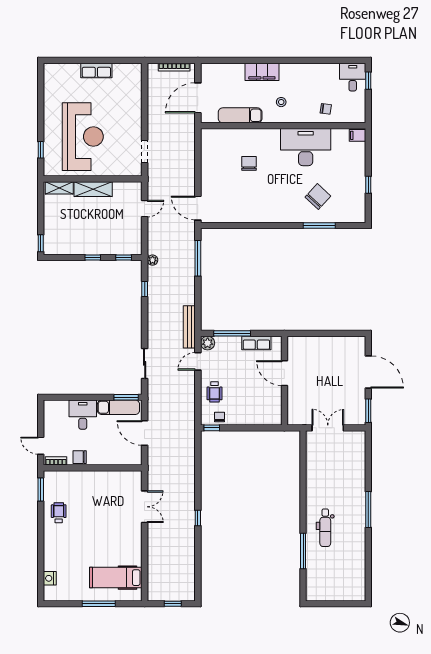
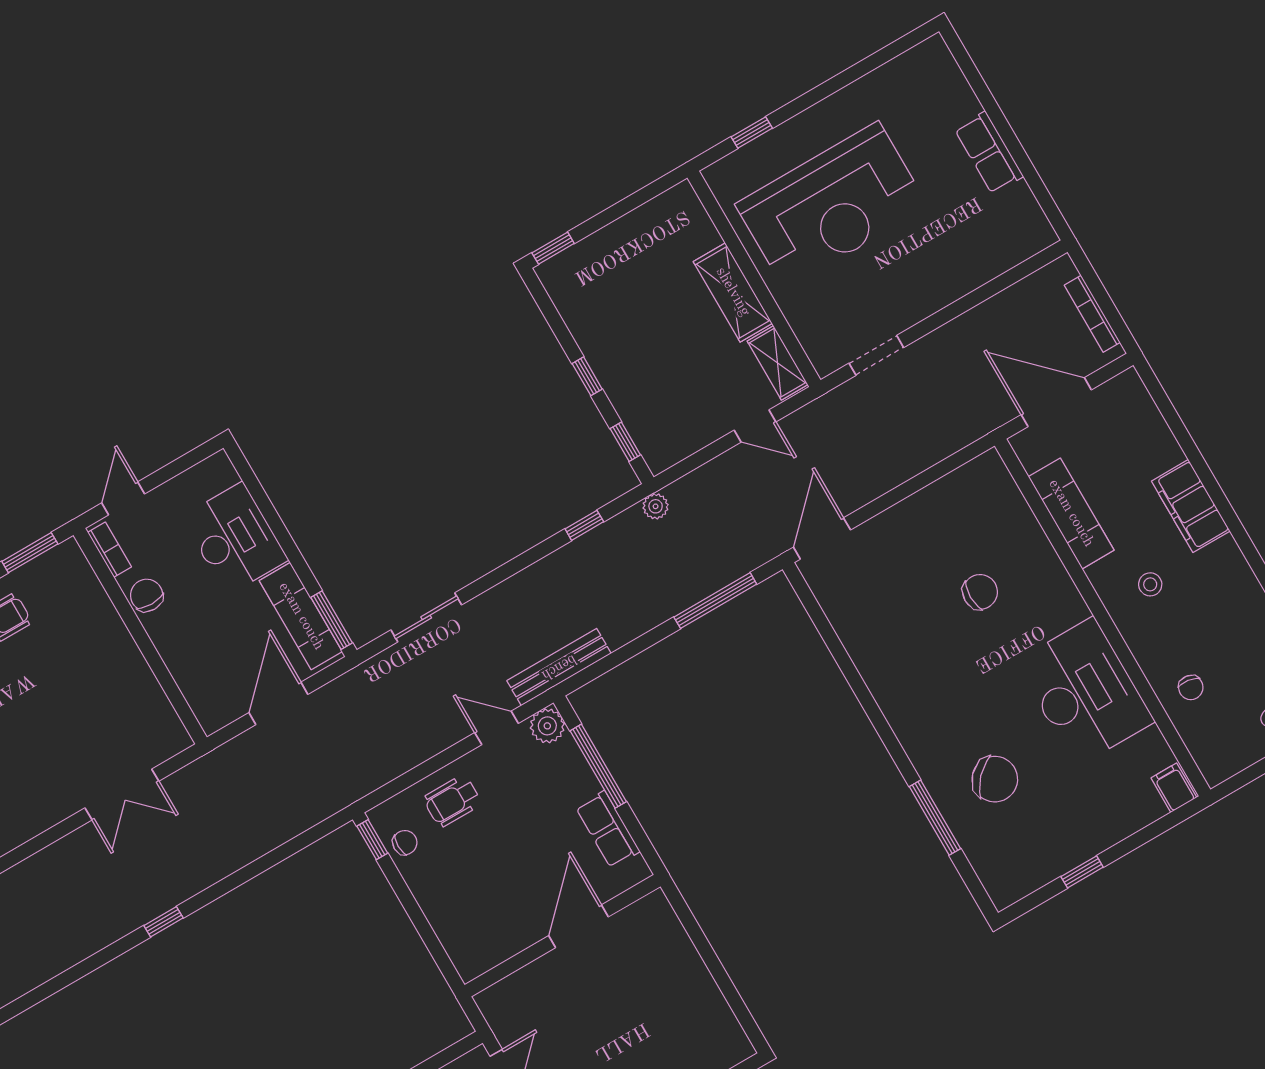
shelving: (59, 188) -> (777, 363), moved
desk: (83, 415) -> (235, 539), width x1.37

